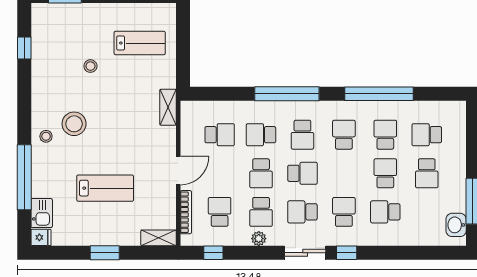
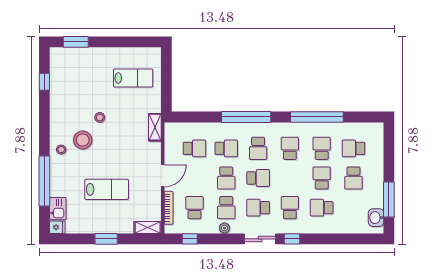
stool: (90, 66) -> (100, 117), moved
school desk: (261, 135) -> (226, 148), turned 180

